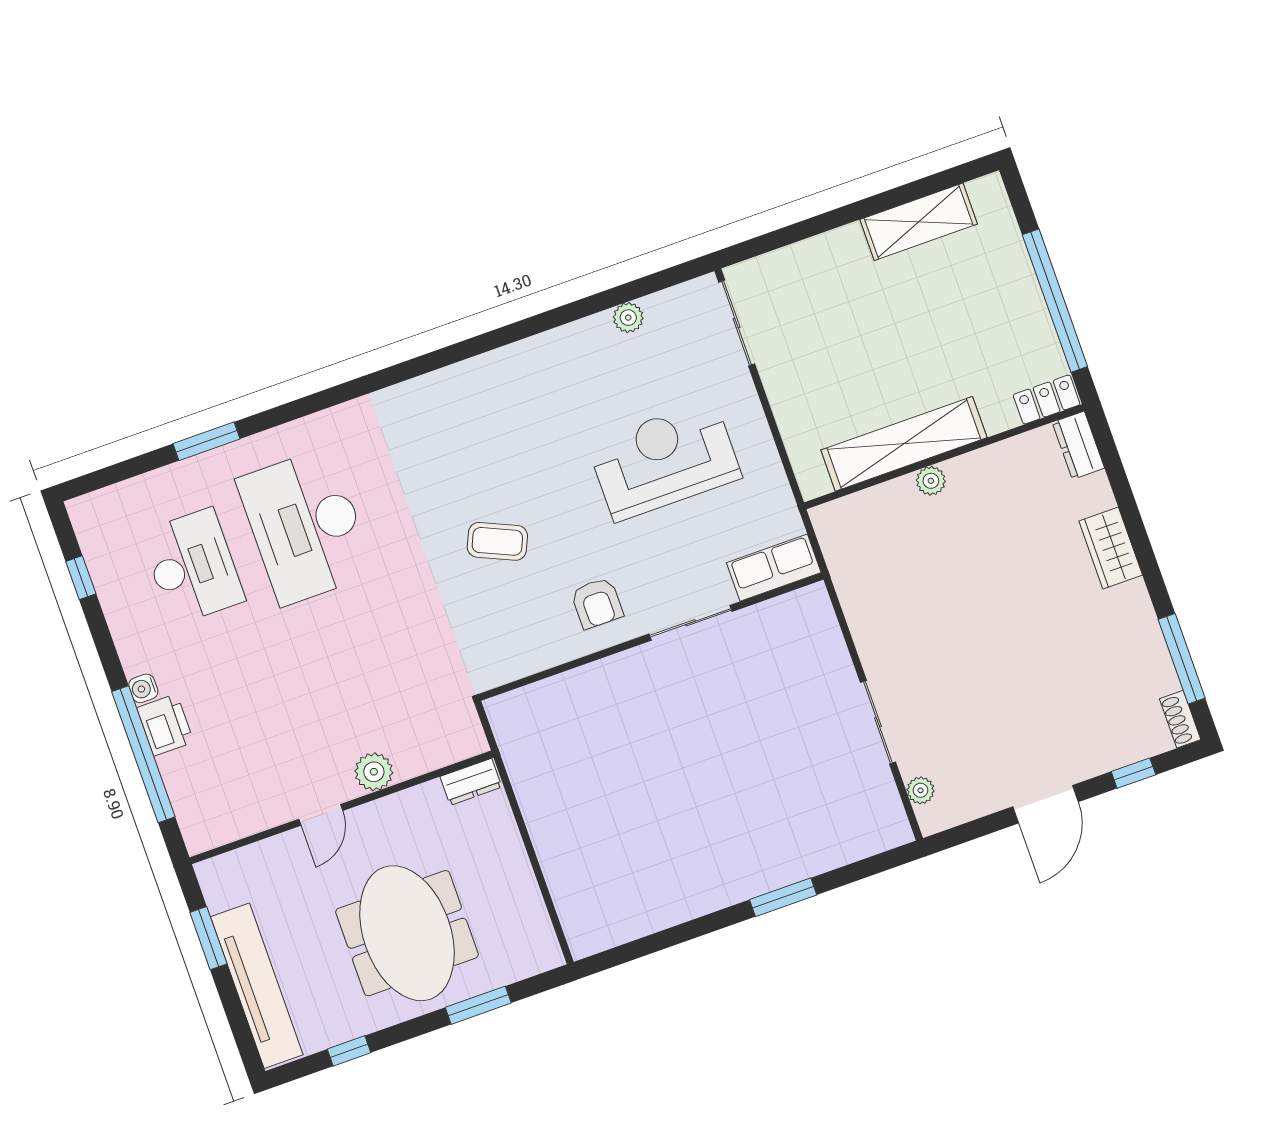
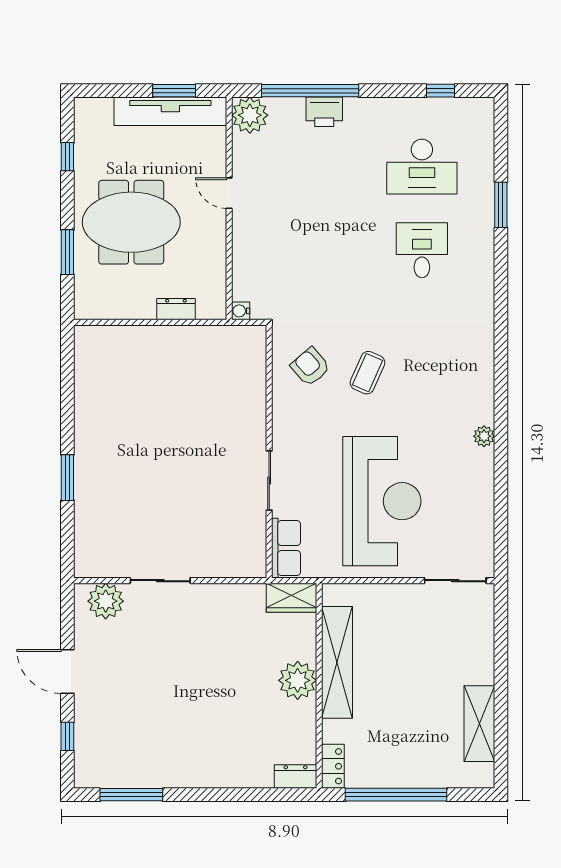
plant: (628, 318) -> (484, 436), moved
reception desk: (664, 460) -> (382, 501), width x1.36, depth x1.30
plant: (931, 481) -> (298, 680), width x1.87, depth x1.87
desk: (306, 526) -> (422, 250), width x0.53, depth x0.77
wardrobe: (1111, 548) -> (291, 598), moved, turned 180
armchair: (597, 603) -> (310, 367), moved, turned 49
water cooler: (143, 688) -> (241, 311), moved, turned -90
shoe rack: (1180, 719) -> (92, 780), removed
plant: (374, 772) -> (250, 115), moved, width x1.36, depth x1.36
dresser: (471, 782) -> (176, 309), moved, turned 90
plant: (921, 790) -> (106, 601), width x1.88, depth x1.88
tv unit: (257, 986) -> (170, 111), moved

